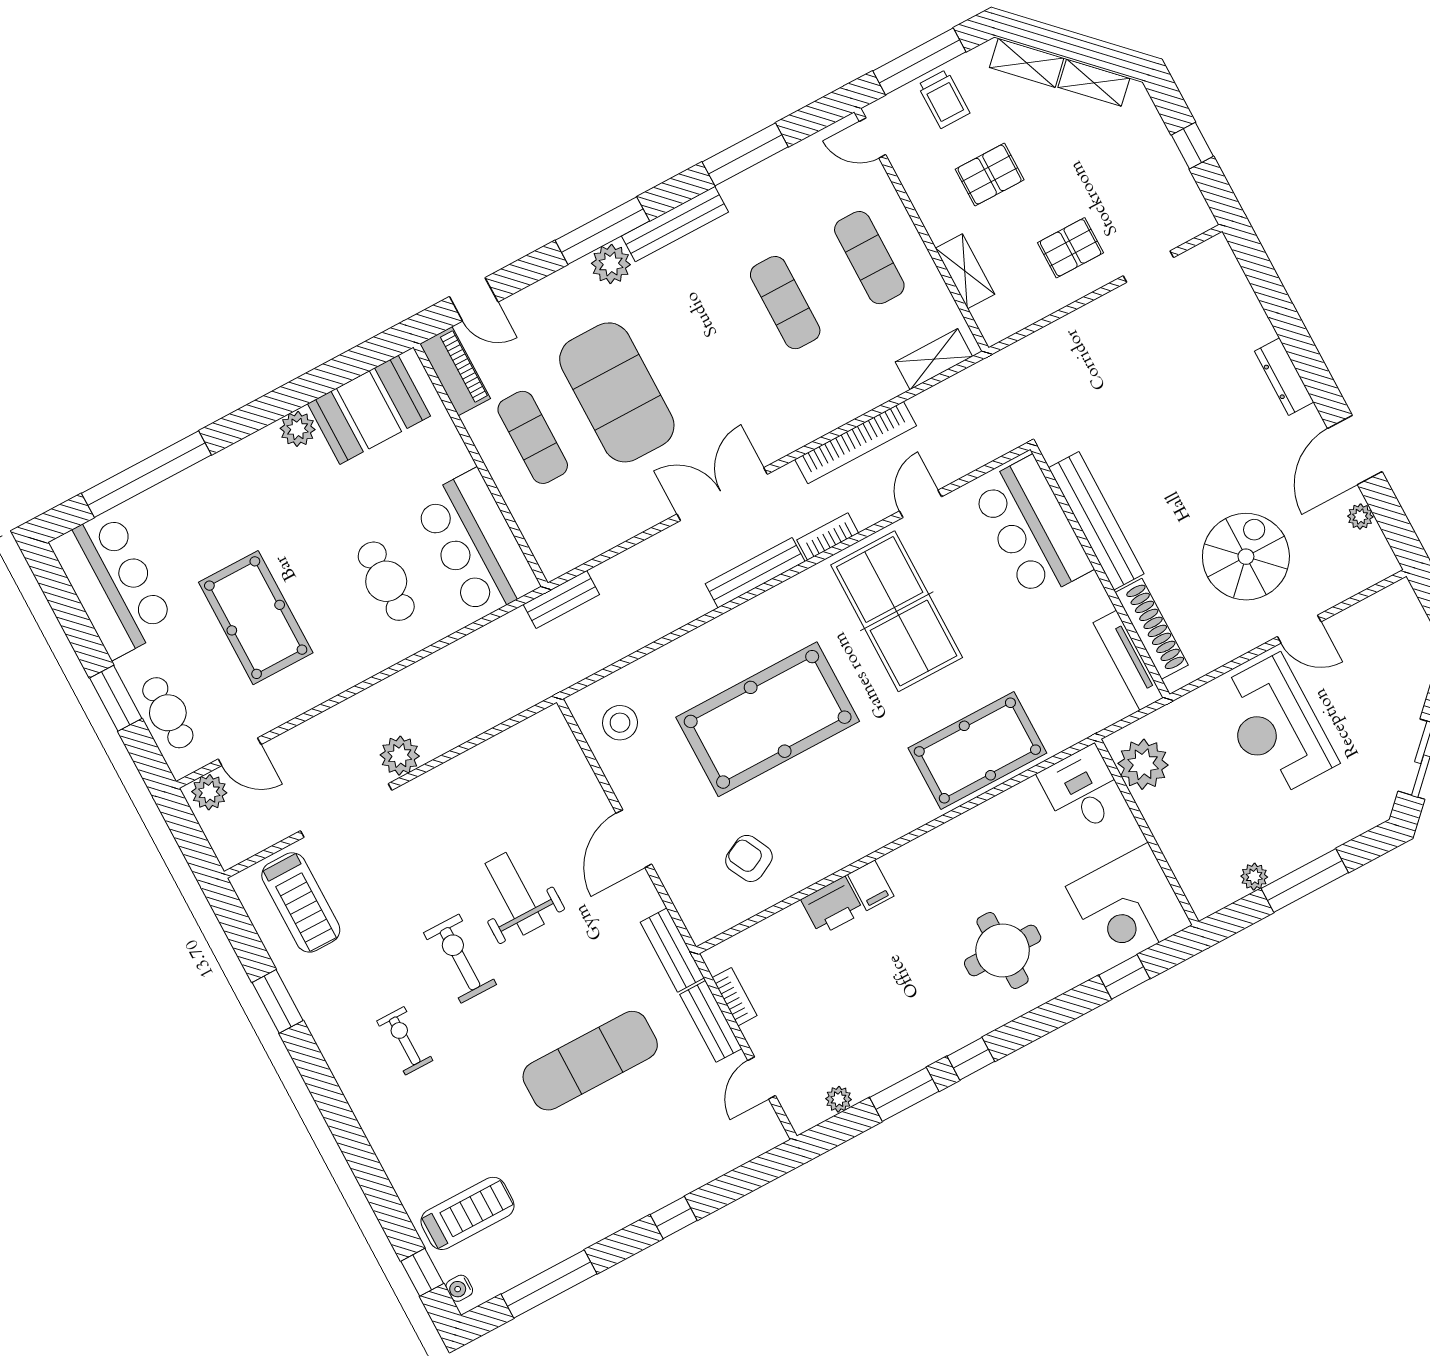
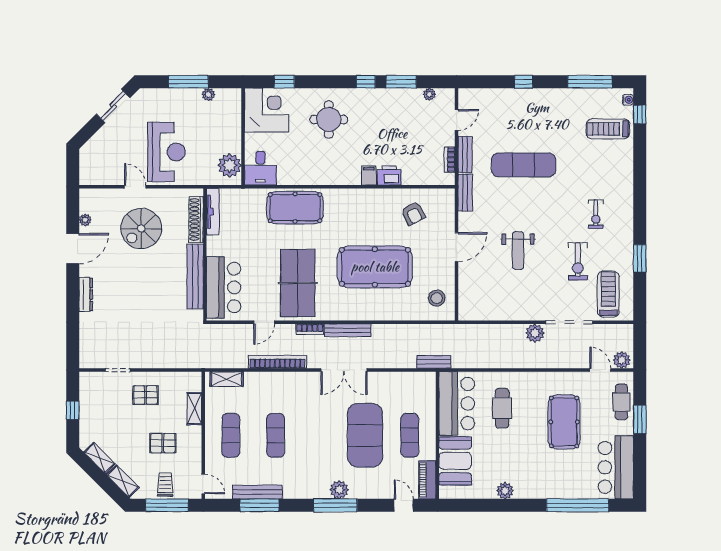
bench: (675, 224) -> (257, 492), moved
booth: (369, 410) -> (455, 461), moved, turned 90
exercise bike: (460, 959) -> (578, 261), moved

